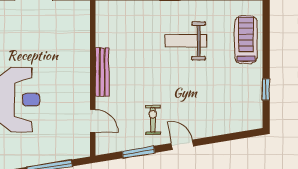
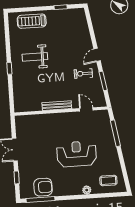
weight bench: (186, 41) -> (35, 57), turned 90
door: (93, 121) -> (86, 109), hinge flipped

